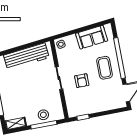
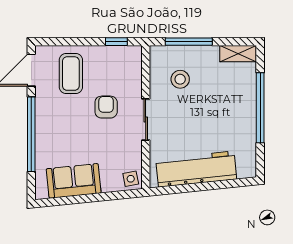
coffee table: (105, 68) -> (71, 74), moved
stool: (43, 115) -> (180, 79), moved

